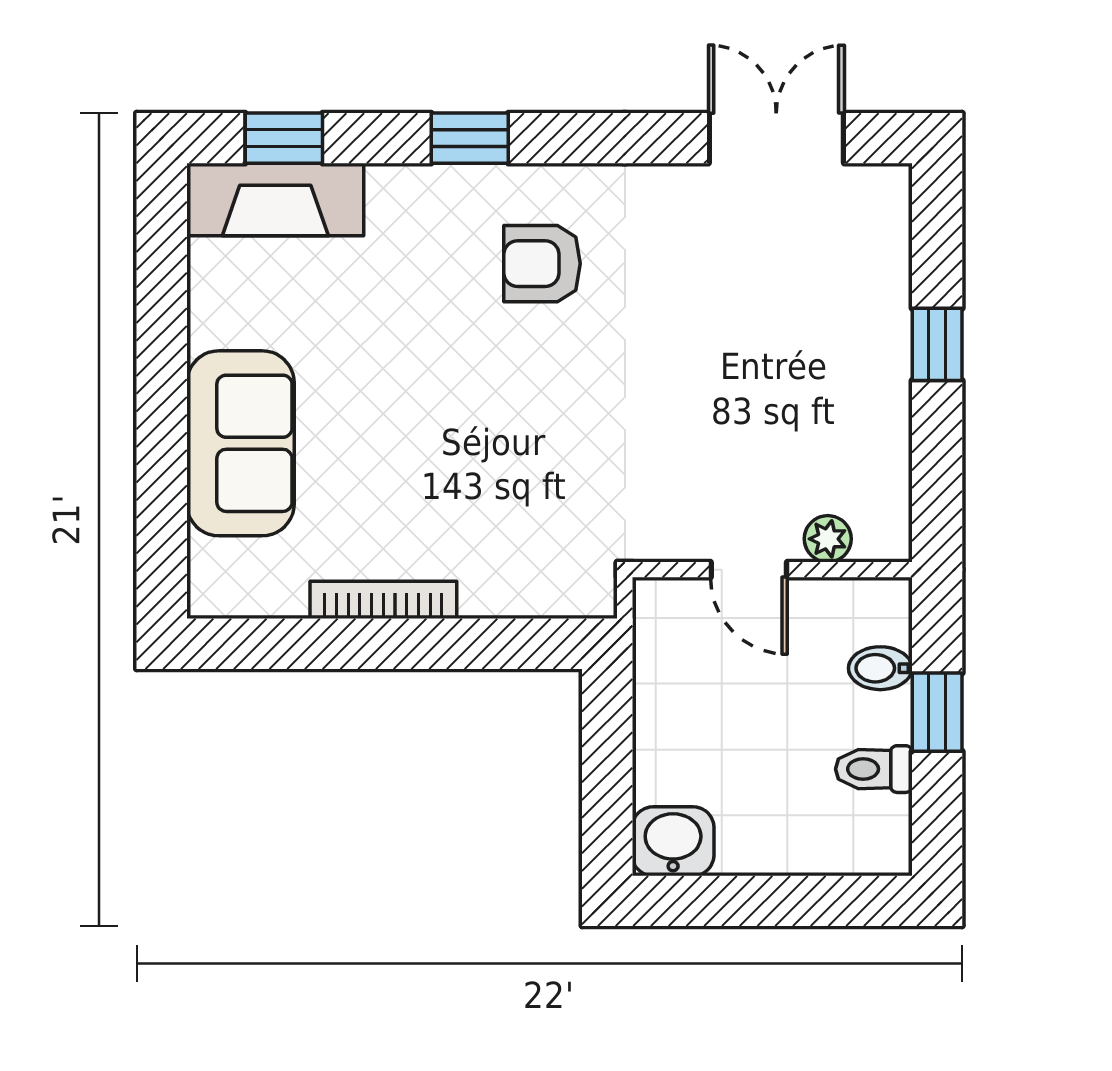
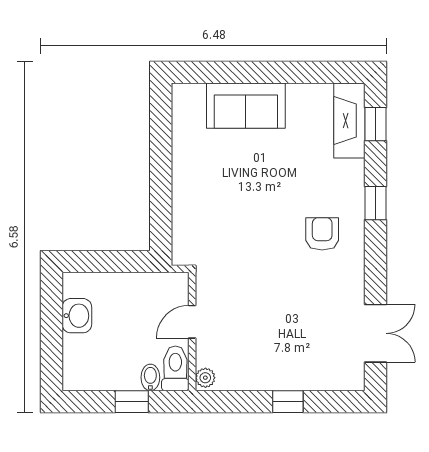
plant: (828, 539) -> (205, 378), moved
bookcase: (383, 600) -> (179, 166), removed
toilet: (874, 769) -> (175, 368), moved, width x1.37, depth x1.39
washbasin: (673, 841) -> (77, 316), moved

